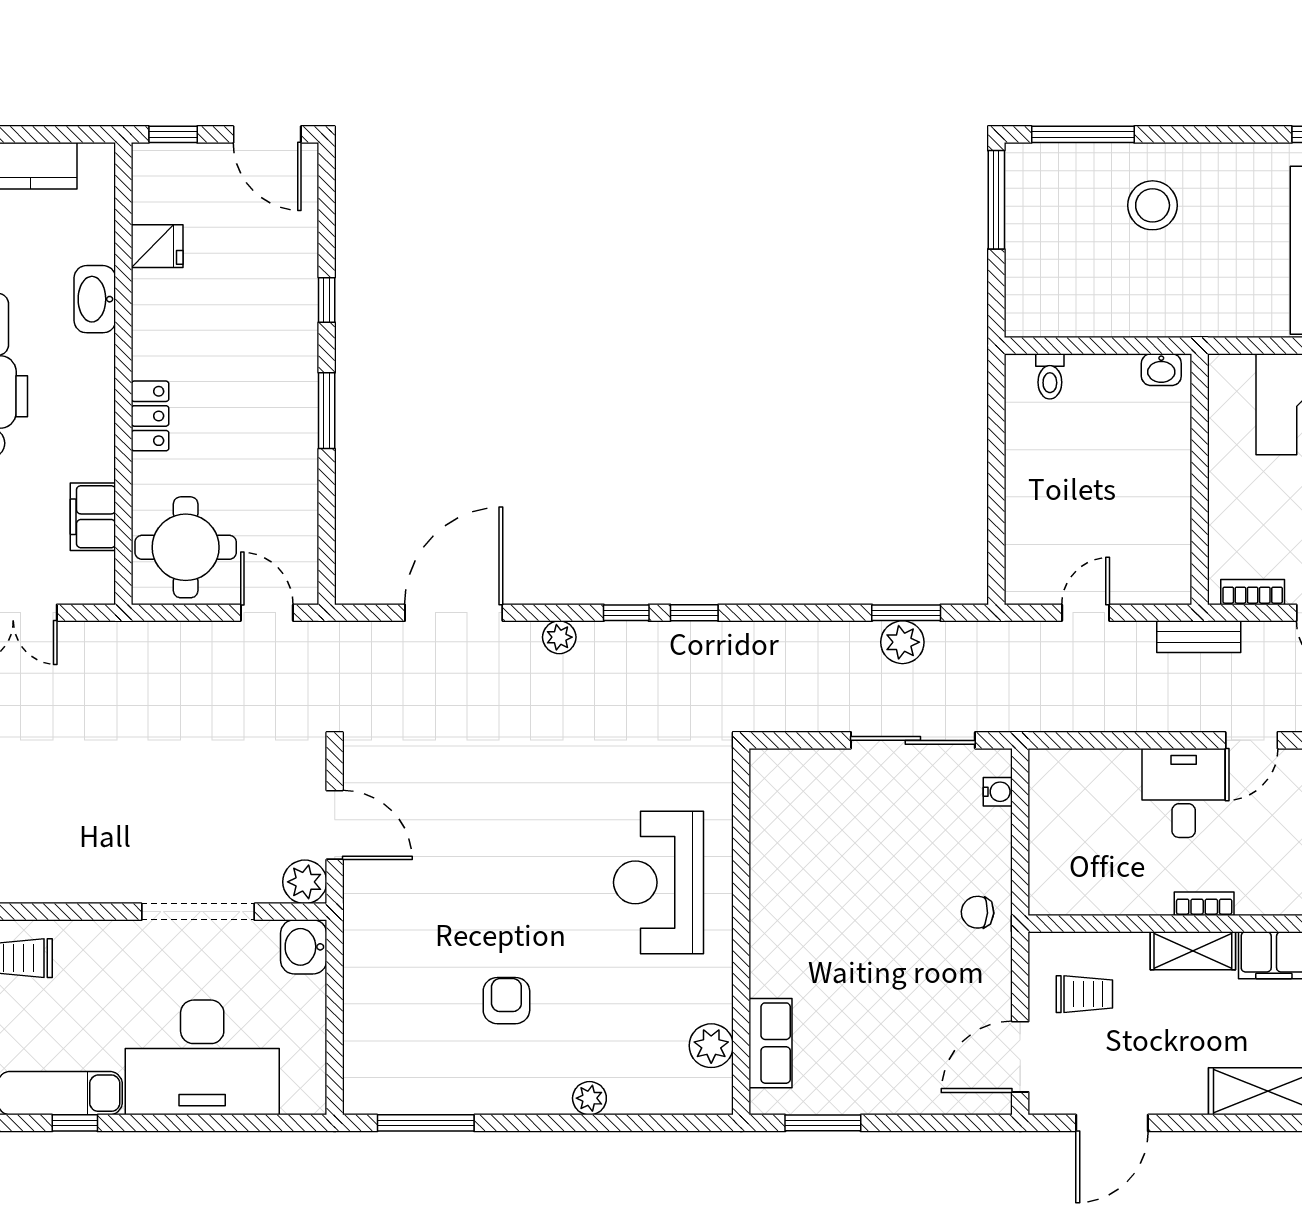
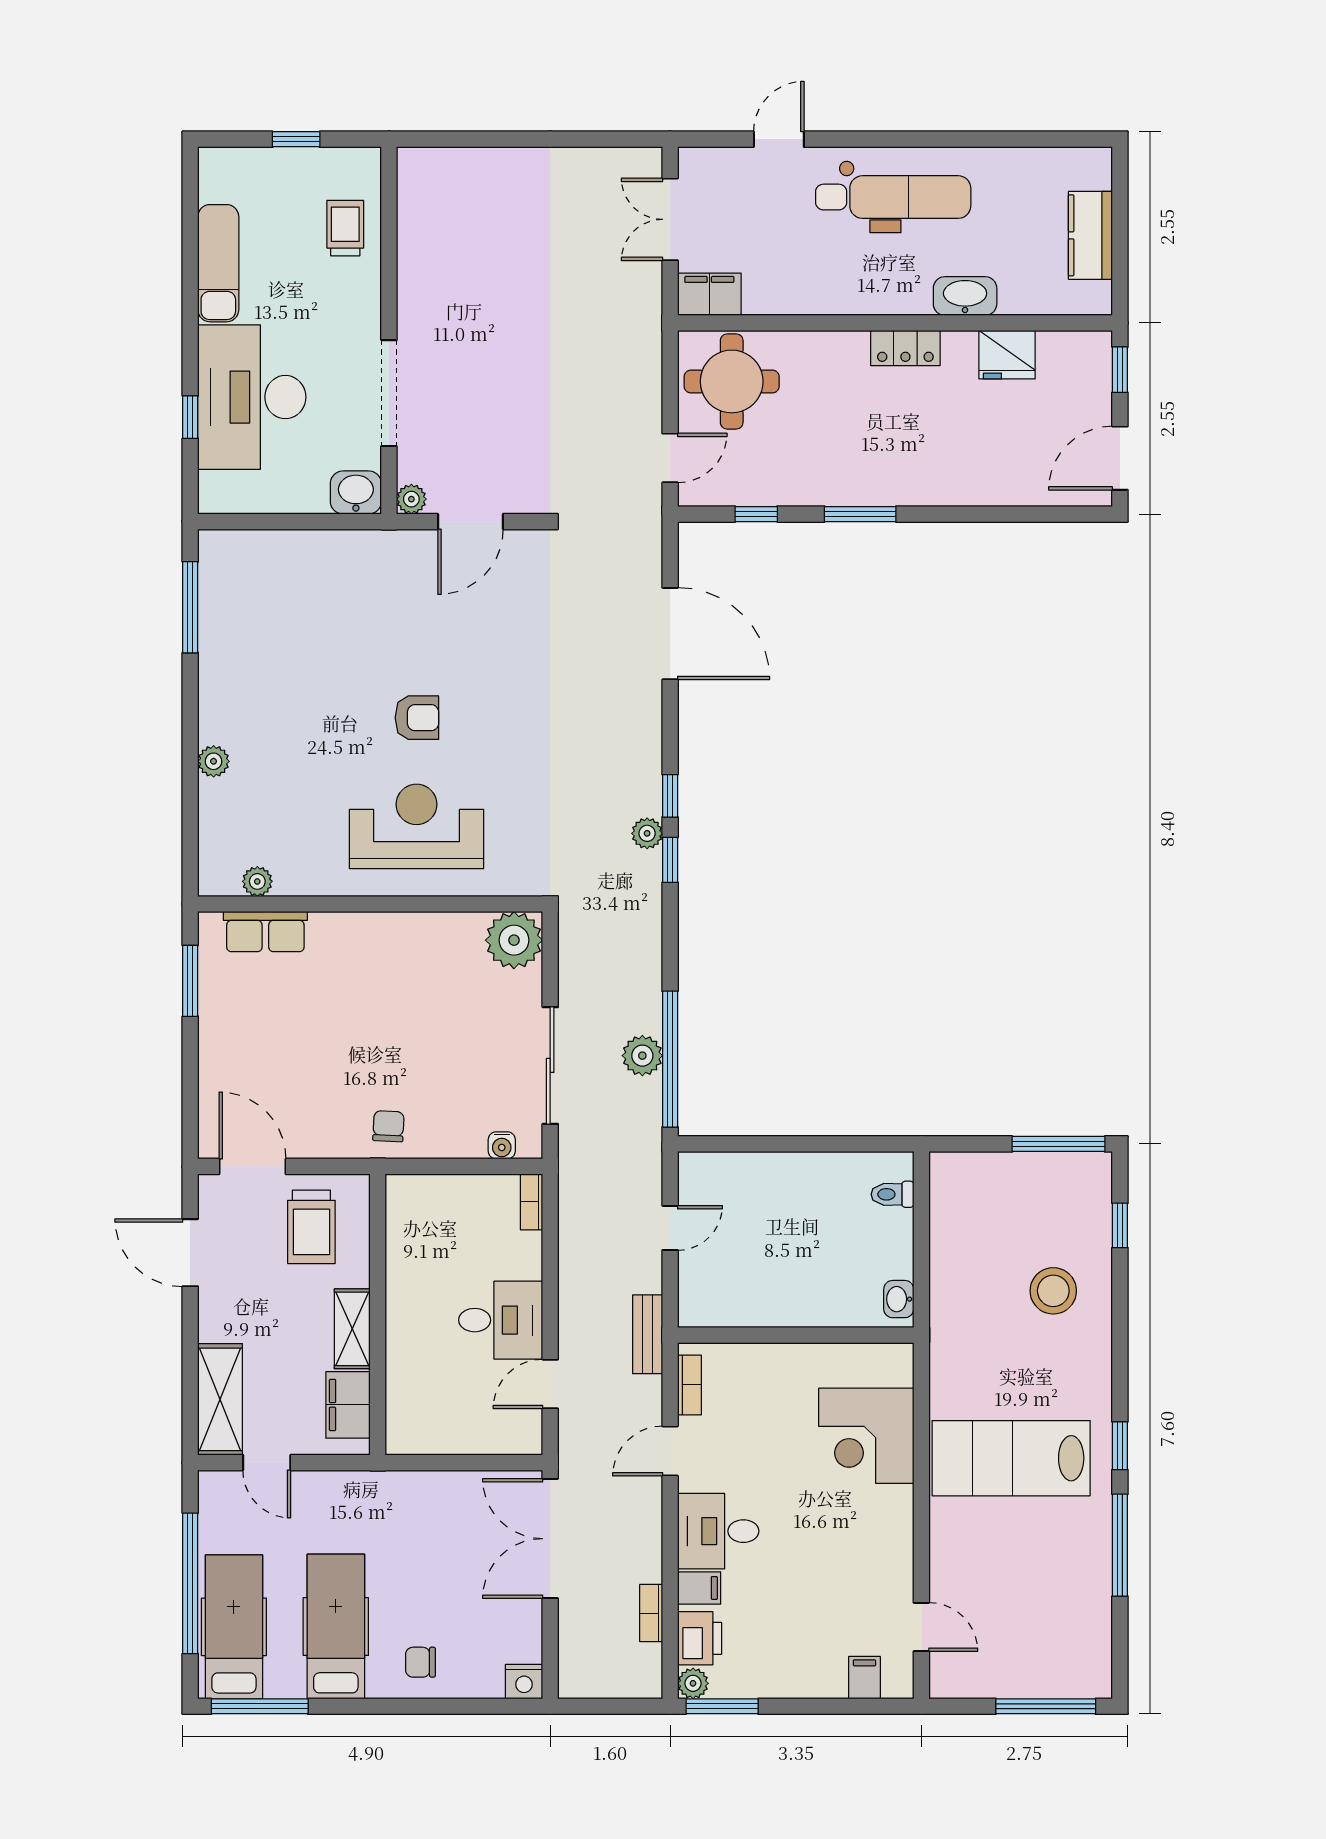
window: (1083, 134) -> (1120, 1225), width x0.46
fridge: (157, 246) -> (1007, 355), width x1.38
window: (327, 300) -> (756, 514), moved
locker: (150, 416) -> (905, 348), moved
filing cabinet: (93, 517) -> (709, 294), moved
window: (906, 613) -> (670, 1059), width x2.11
door: (1086, 613) -> (670, 1228), hinge flipped
plant: (559, 637) -> (647, 833), moved
door: (1252, 740) -> (550, 1384), hinge flipped
plant: (780, 779) -> (514, 940), added
plant: (305, 882) -> (411, 499), width x0.73, depth x0.73
bookcase: (1204, 904) -> (531, 1202), moved, turned 180
trolley: (1084, 994) -> (311, 1227), width x1.36, depth x1.39
armchair: (506, 1001) -> (417, 718), moved
plant: (711, 1046) -> (257, 881), width x0.73, depth x0.73
window: (75, 1123) -> (190, 417), moved

